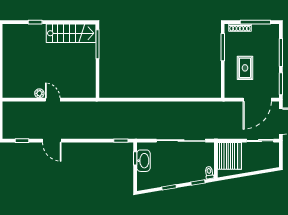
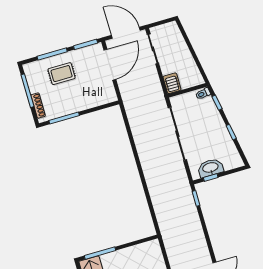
rug: (245, 68) -> (62, 74), moved
door: (257, 100) -> (110, 65), hinge flipped
server rack: (229, 156) -> (172, 83), width x0.46, depth x0.70

